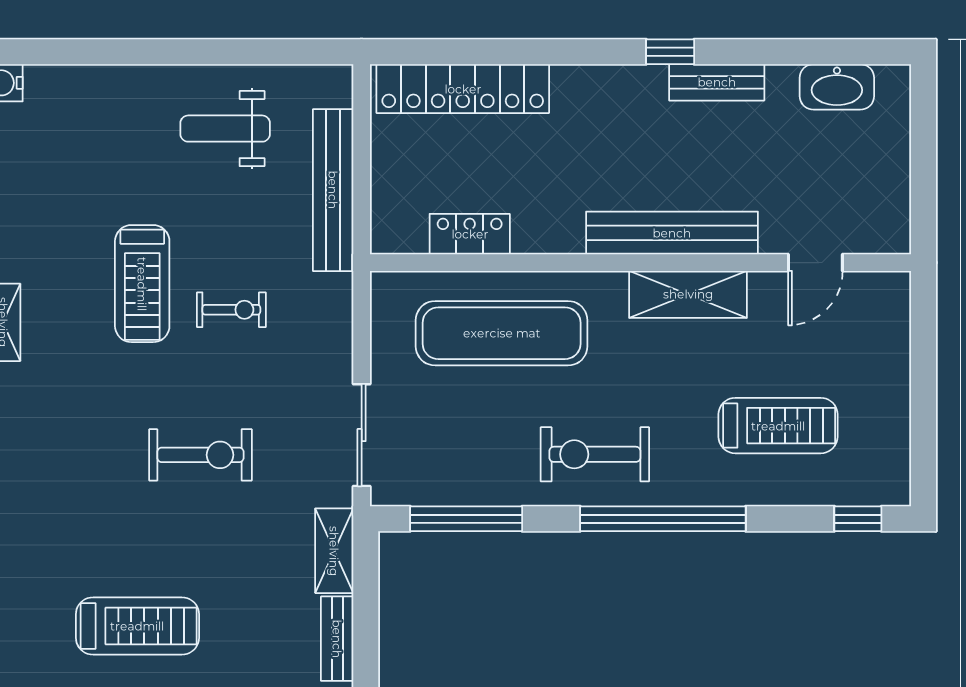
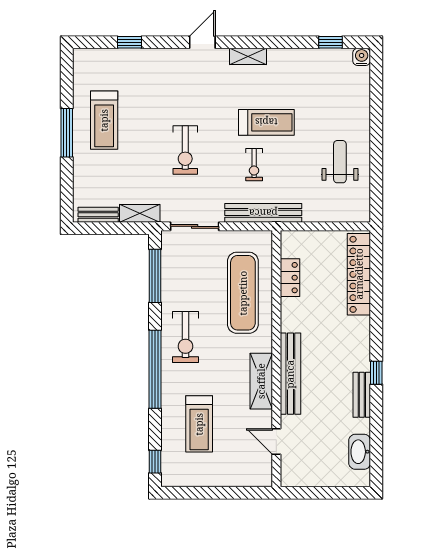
bench: (333, 190) -> (263, 213), moved
treadmill: (142, 284) -> (266, 122), turned 180
exercise bike: (595, 454) -> (185, 337), turned 180

